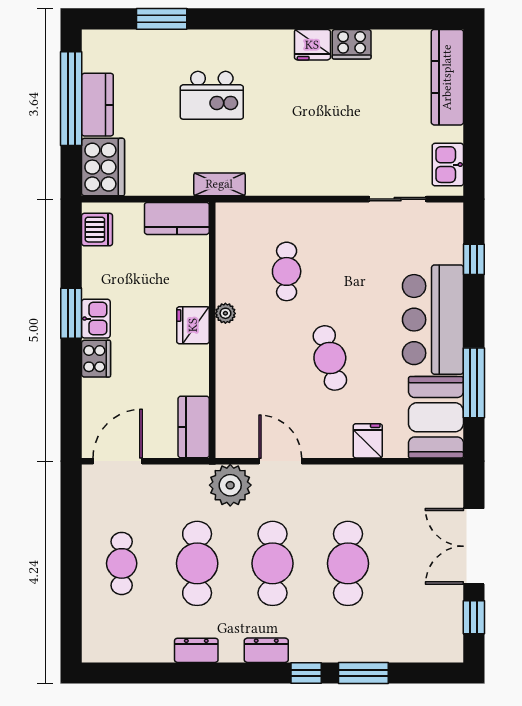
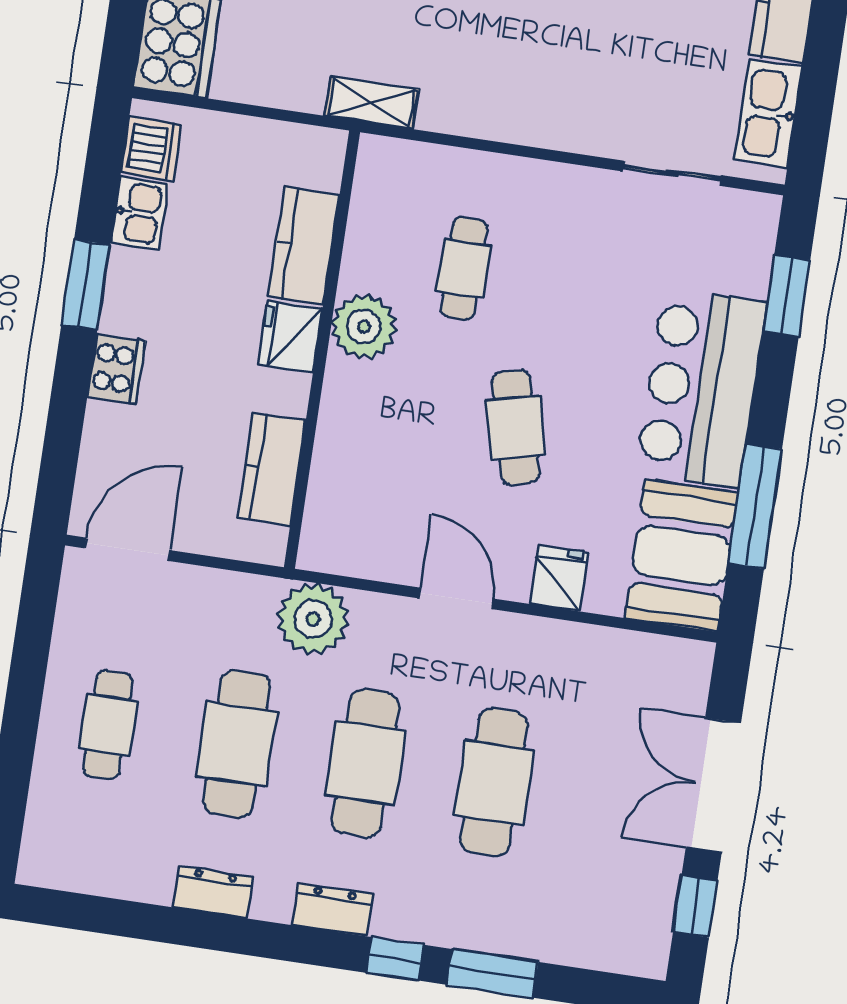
kitchen sink: (448, 165) -> (768, 113), width x1.38
kitchen counter: (177, 218) -> (304, 246), moved, turned 90
window: (474, 259) -> (787, 296), width x1.50
plant: (225, 313) -> (364, 326), width x1.87, depth x1.87
kitchen sink: (96, 319) -> (139, 213), moved
kitchen counter: (194, 427) -> (272, 469), moved
door: (280, 461) -> (456, 598), moved

